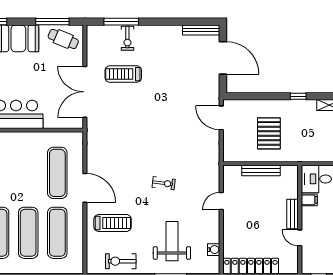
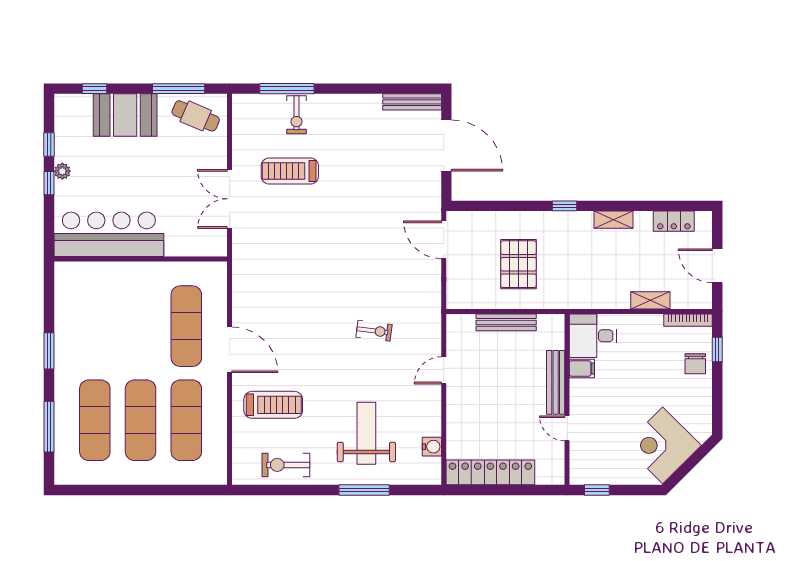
double door: (85, 92) -> (230, 199), width x0.73
exercise bike: (164, 183) -> (374, 331), moved
bench: (293, 214) -> (556, 382), width x1.36

